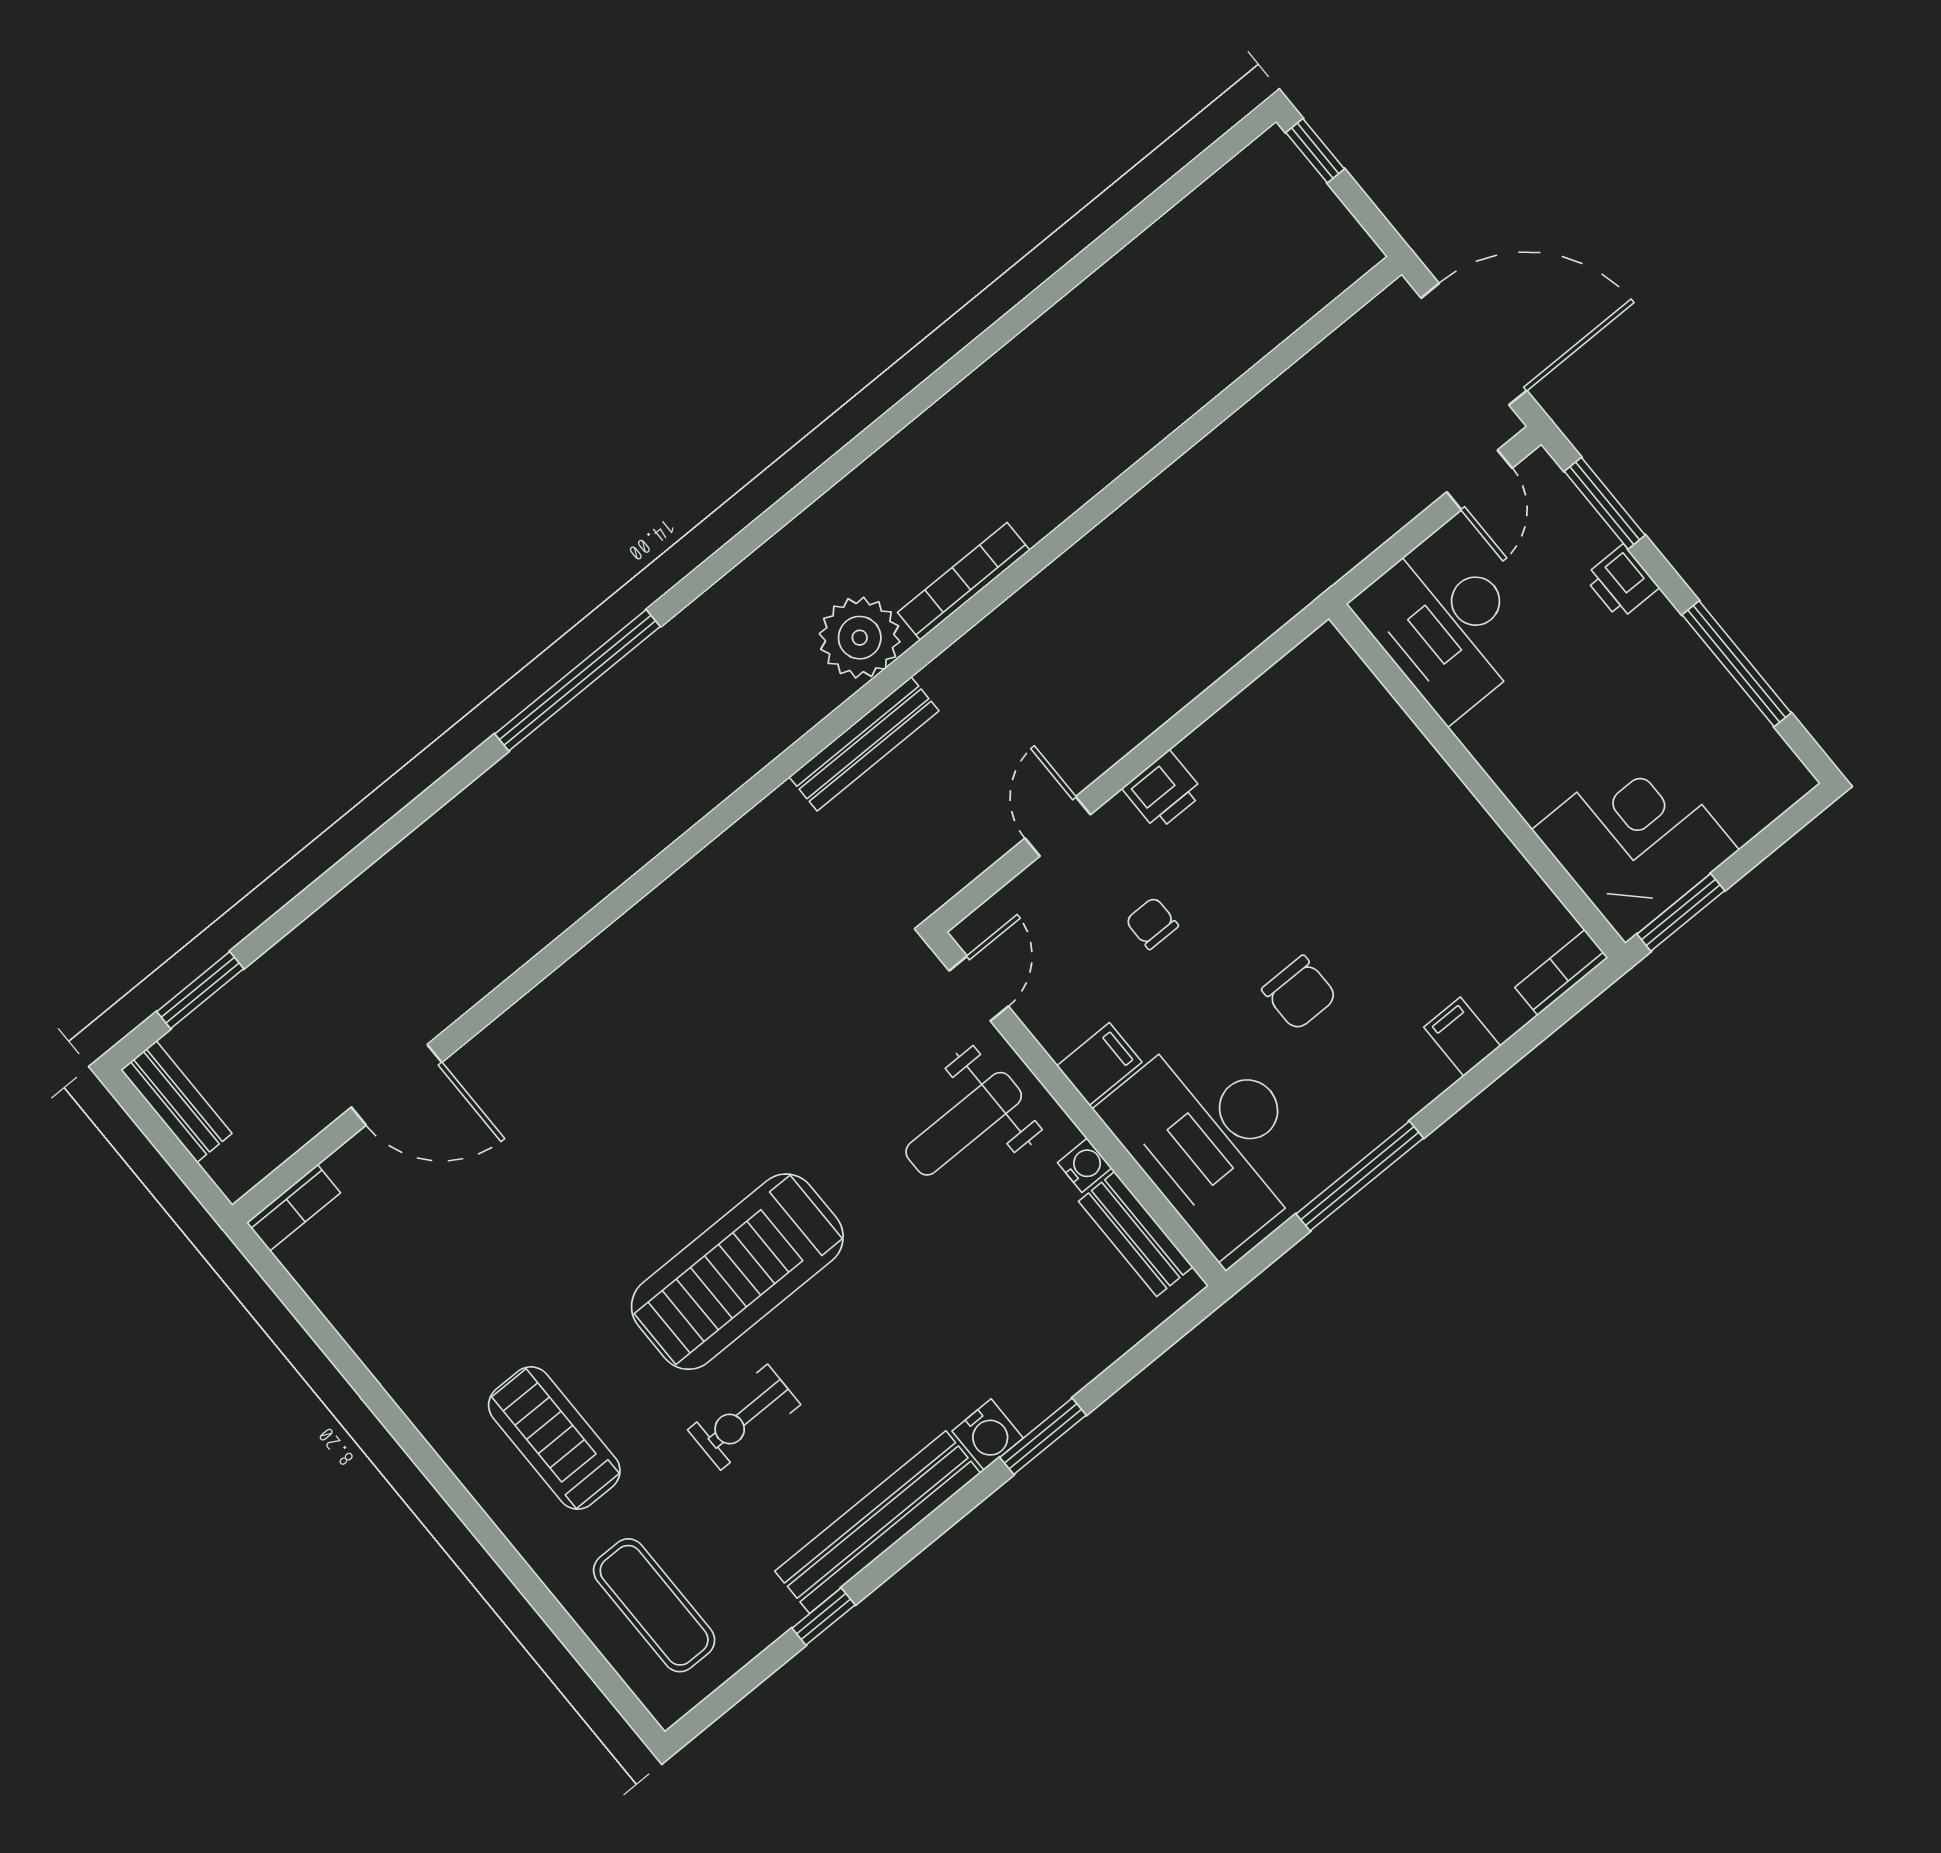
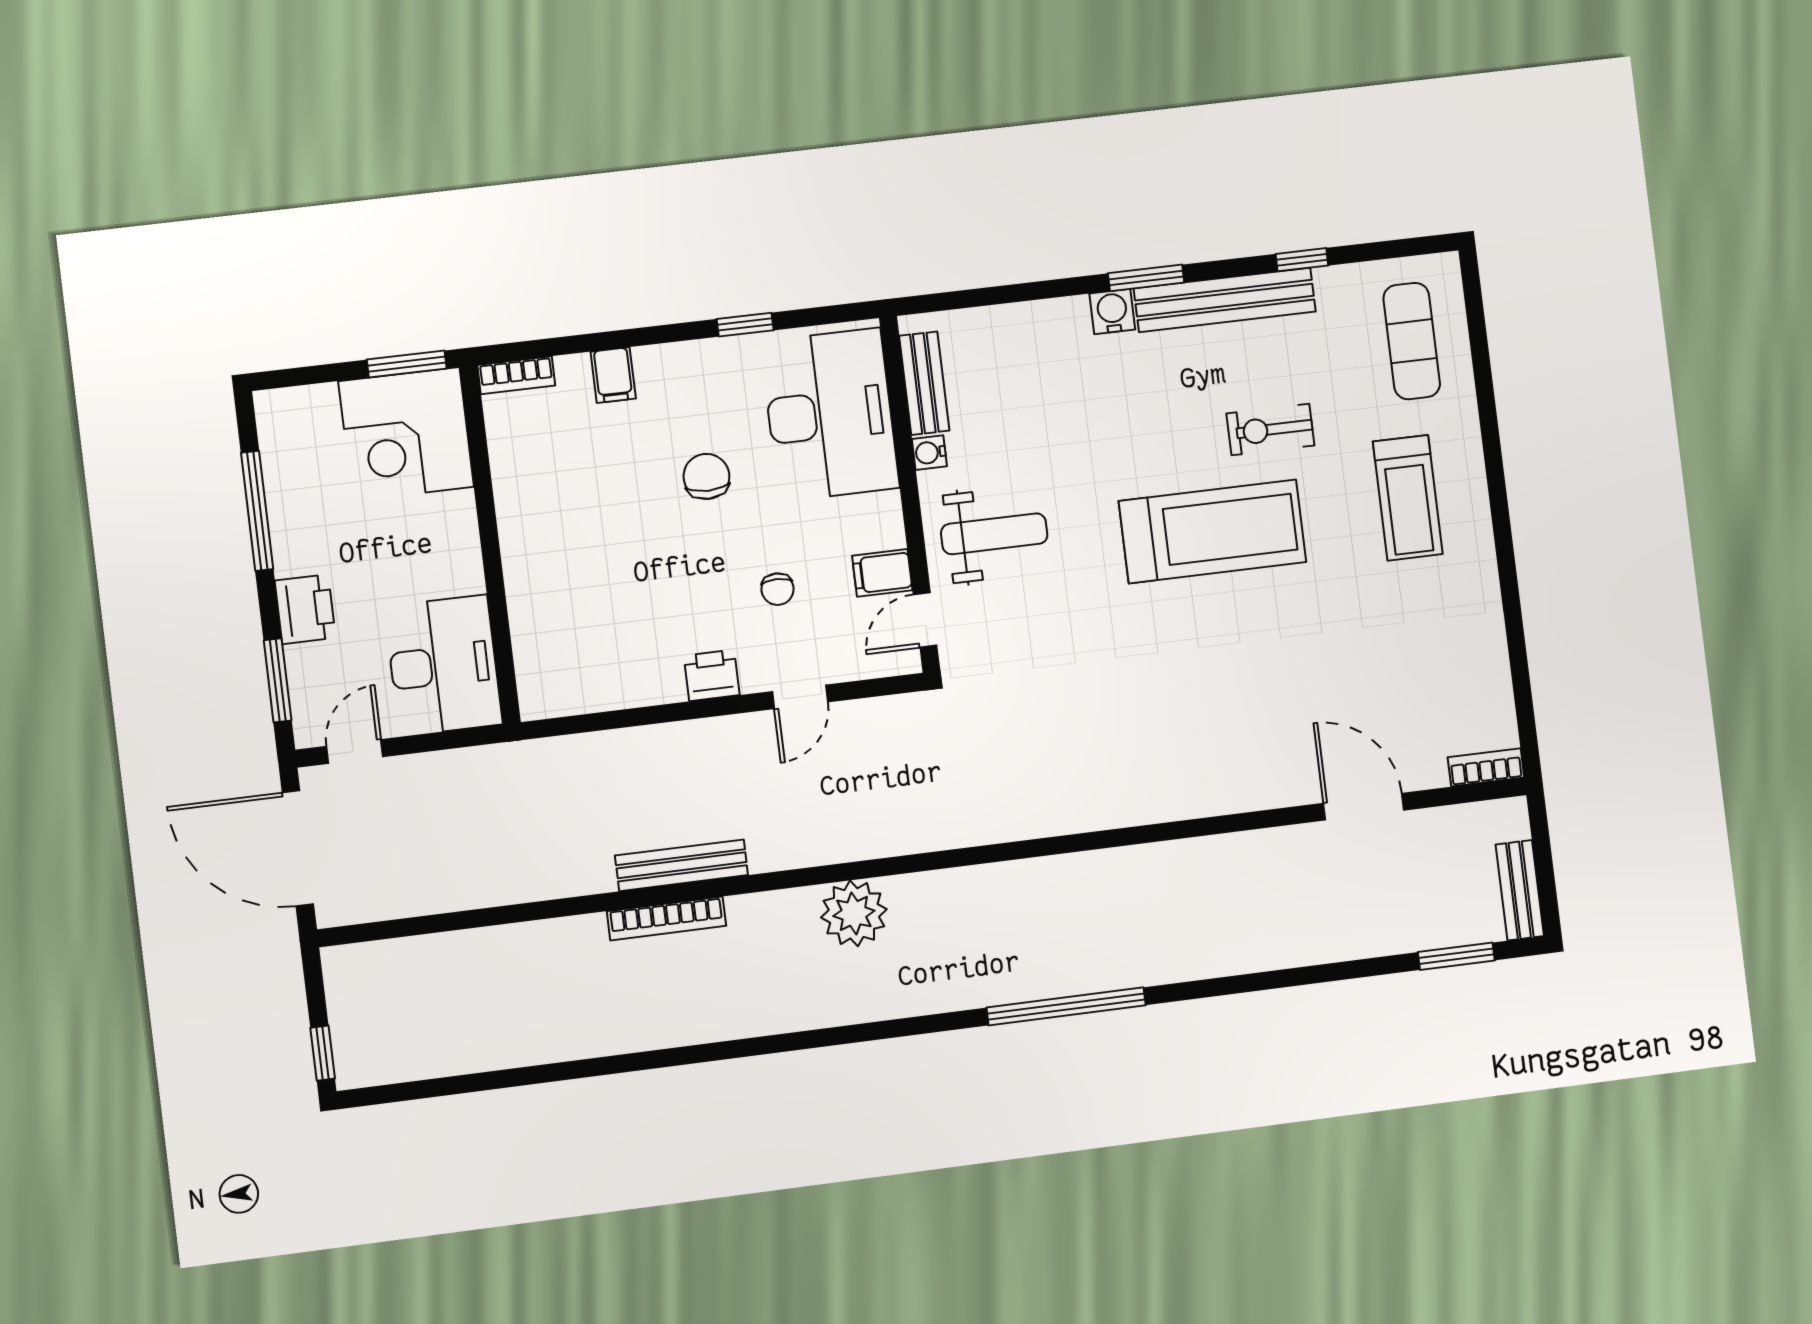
bookcase: (964, 581) -> (666, 919), moved
printer: (1621, 582) -> (305, 609), width x1.36, depth x1.24
bench: (864, 744) -> (682, 865), moved
filing cabinet: (1099, 1064) -> (882, 573), moved
window: (1360, 1176) -> (745, 325), width x0.46
exercise bike: (744, 1417) -> (1270, 429), turned 180
window: (1043, 1436) -> (1146, 278), moved

